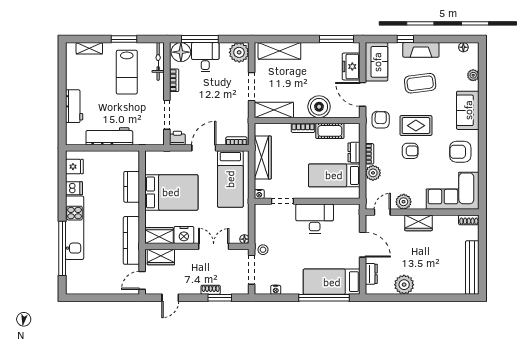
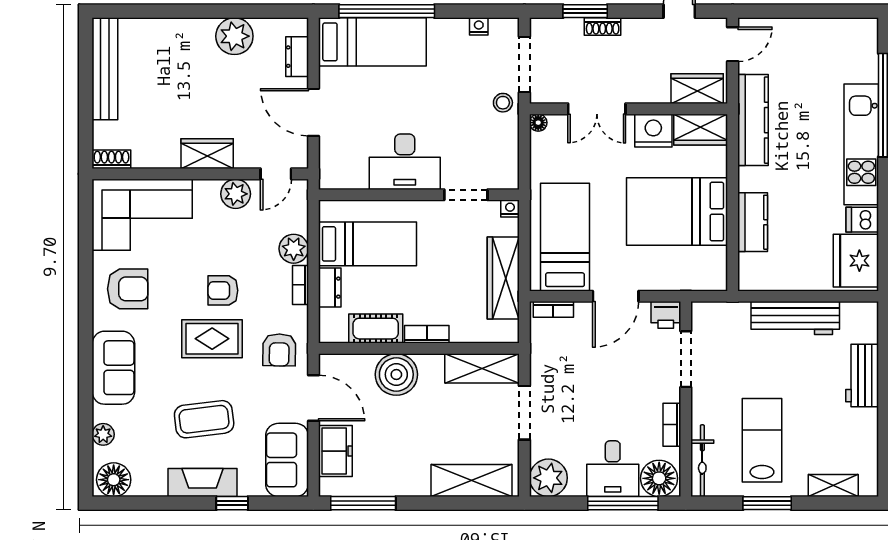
floor lamp: (463, 47) -> (114, 480), width x1.89, depth x1.89
fridge: (74, 167) -> (856, 261), width x1.88, depth x1.34

